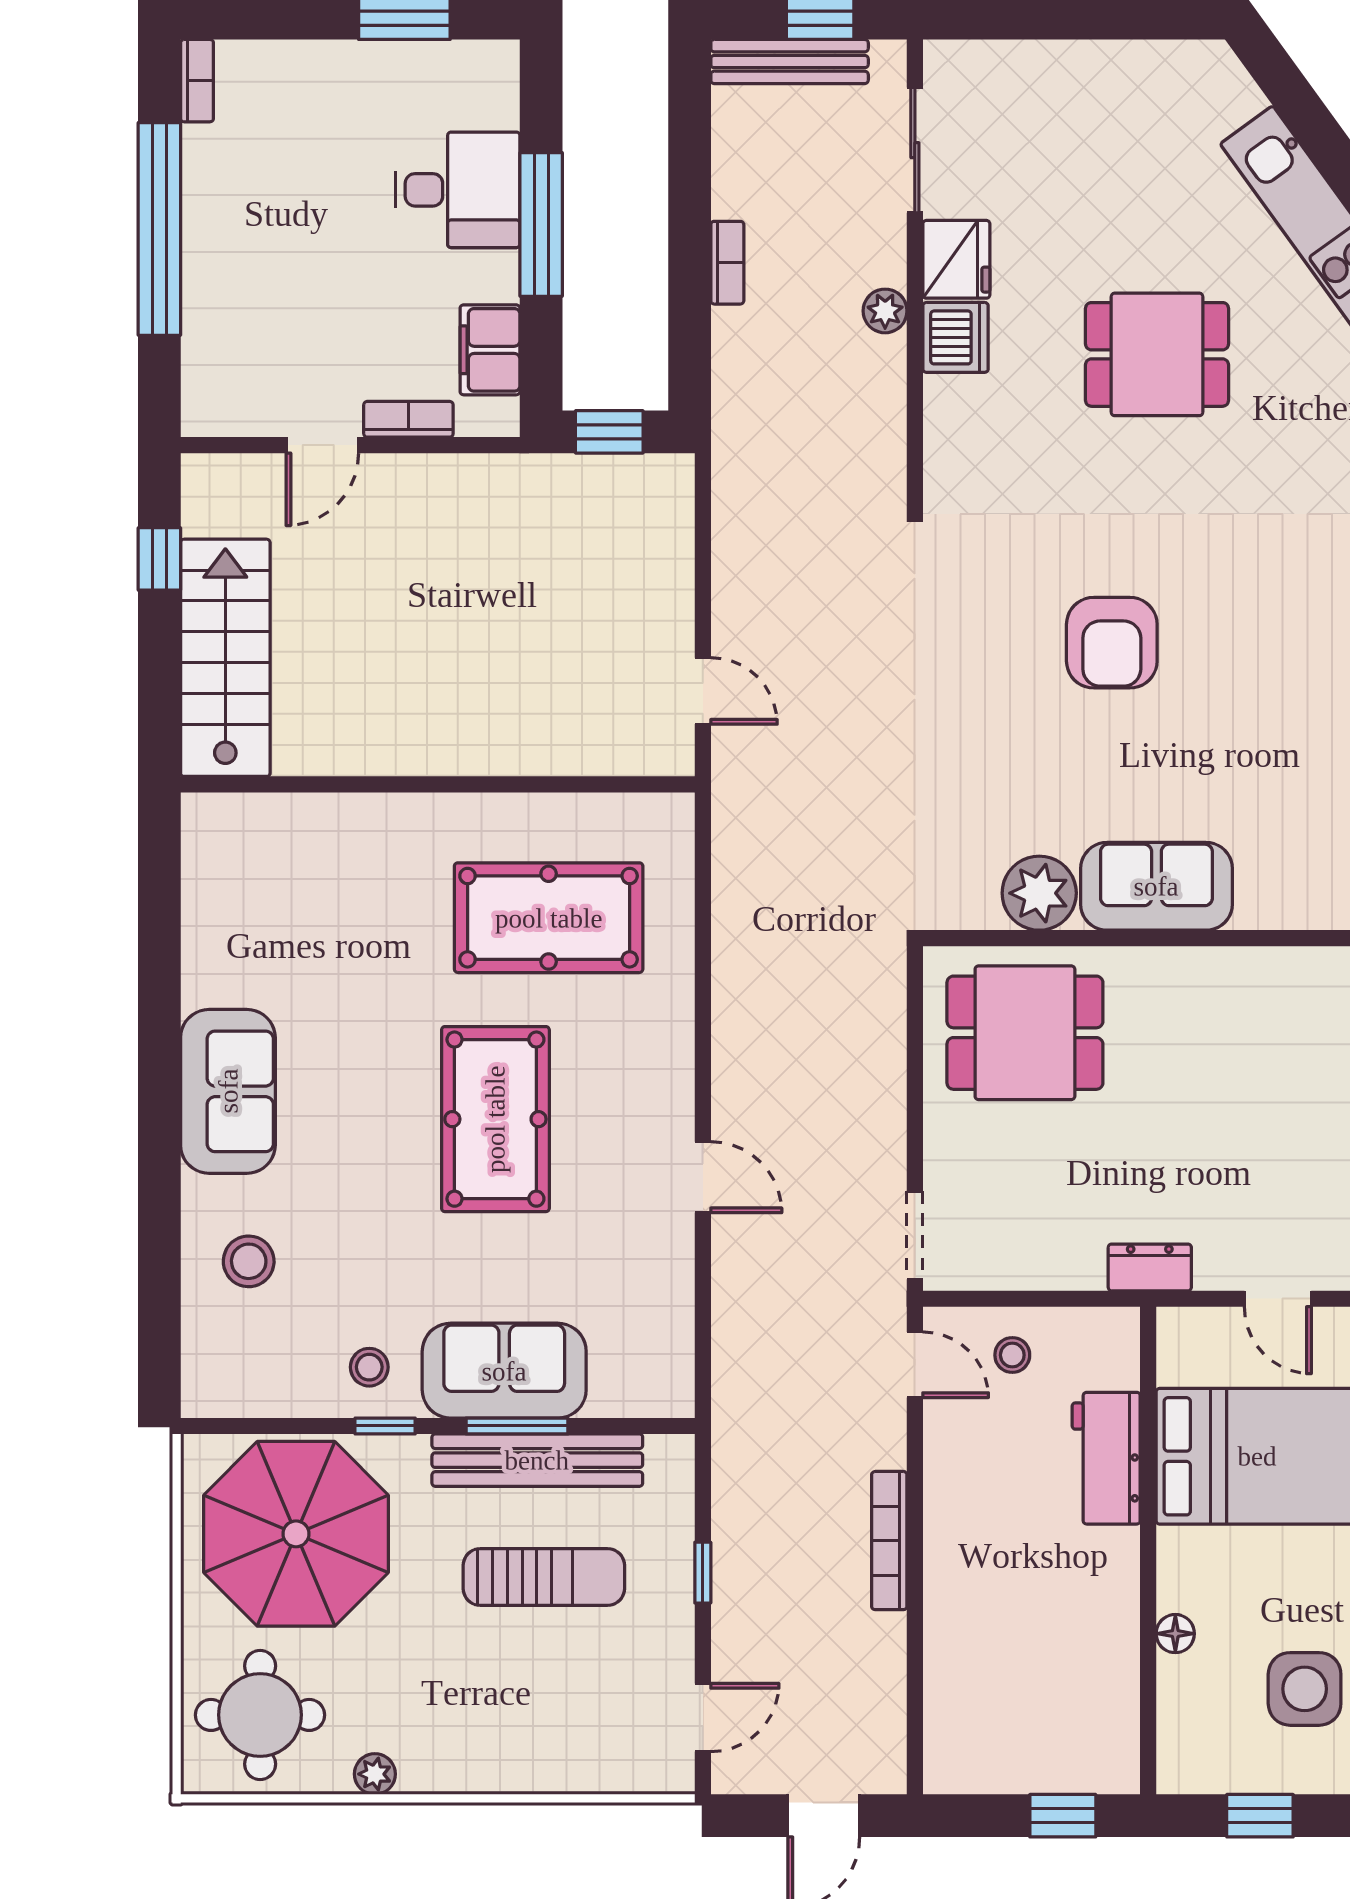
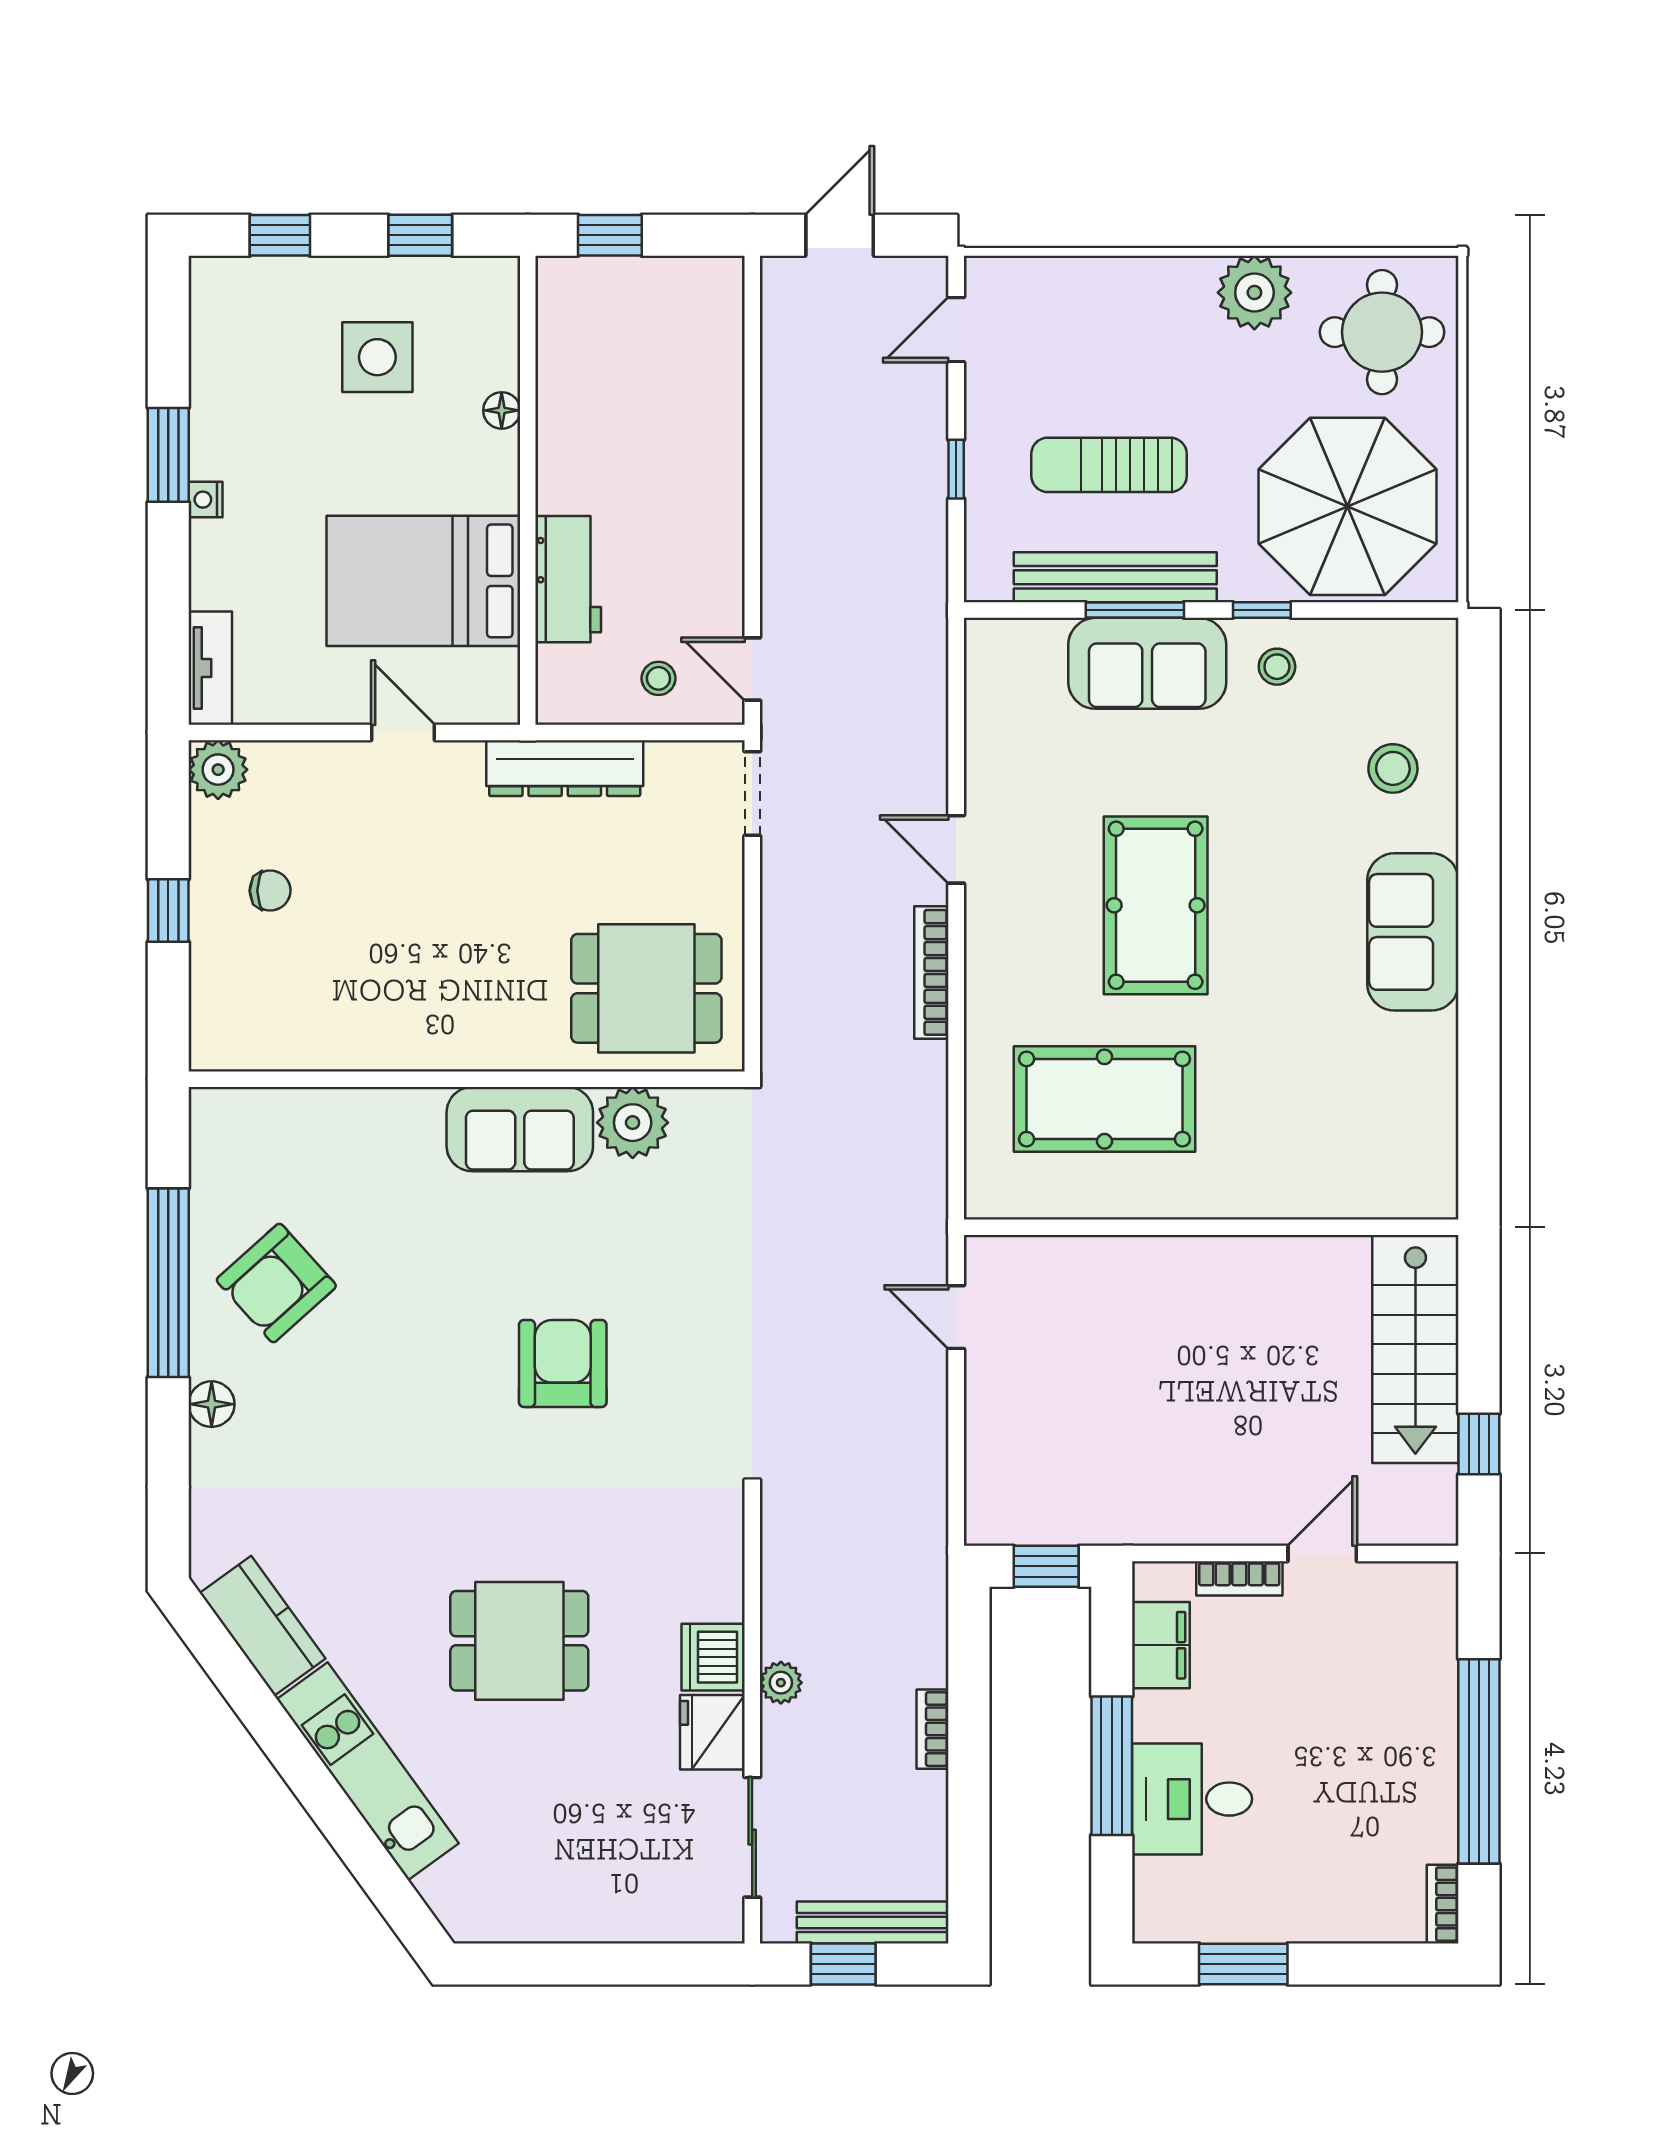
dresser: (1150, 1267) -> (565, 768), width x1.96, depth x1.24
bookcase: (889, 1541) -> (931, 972), moved, turned 180
plant: (375, 1774) -> (1254, 293), width x1.87, depth x1.87

